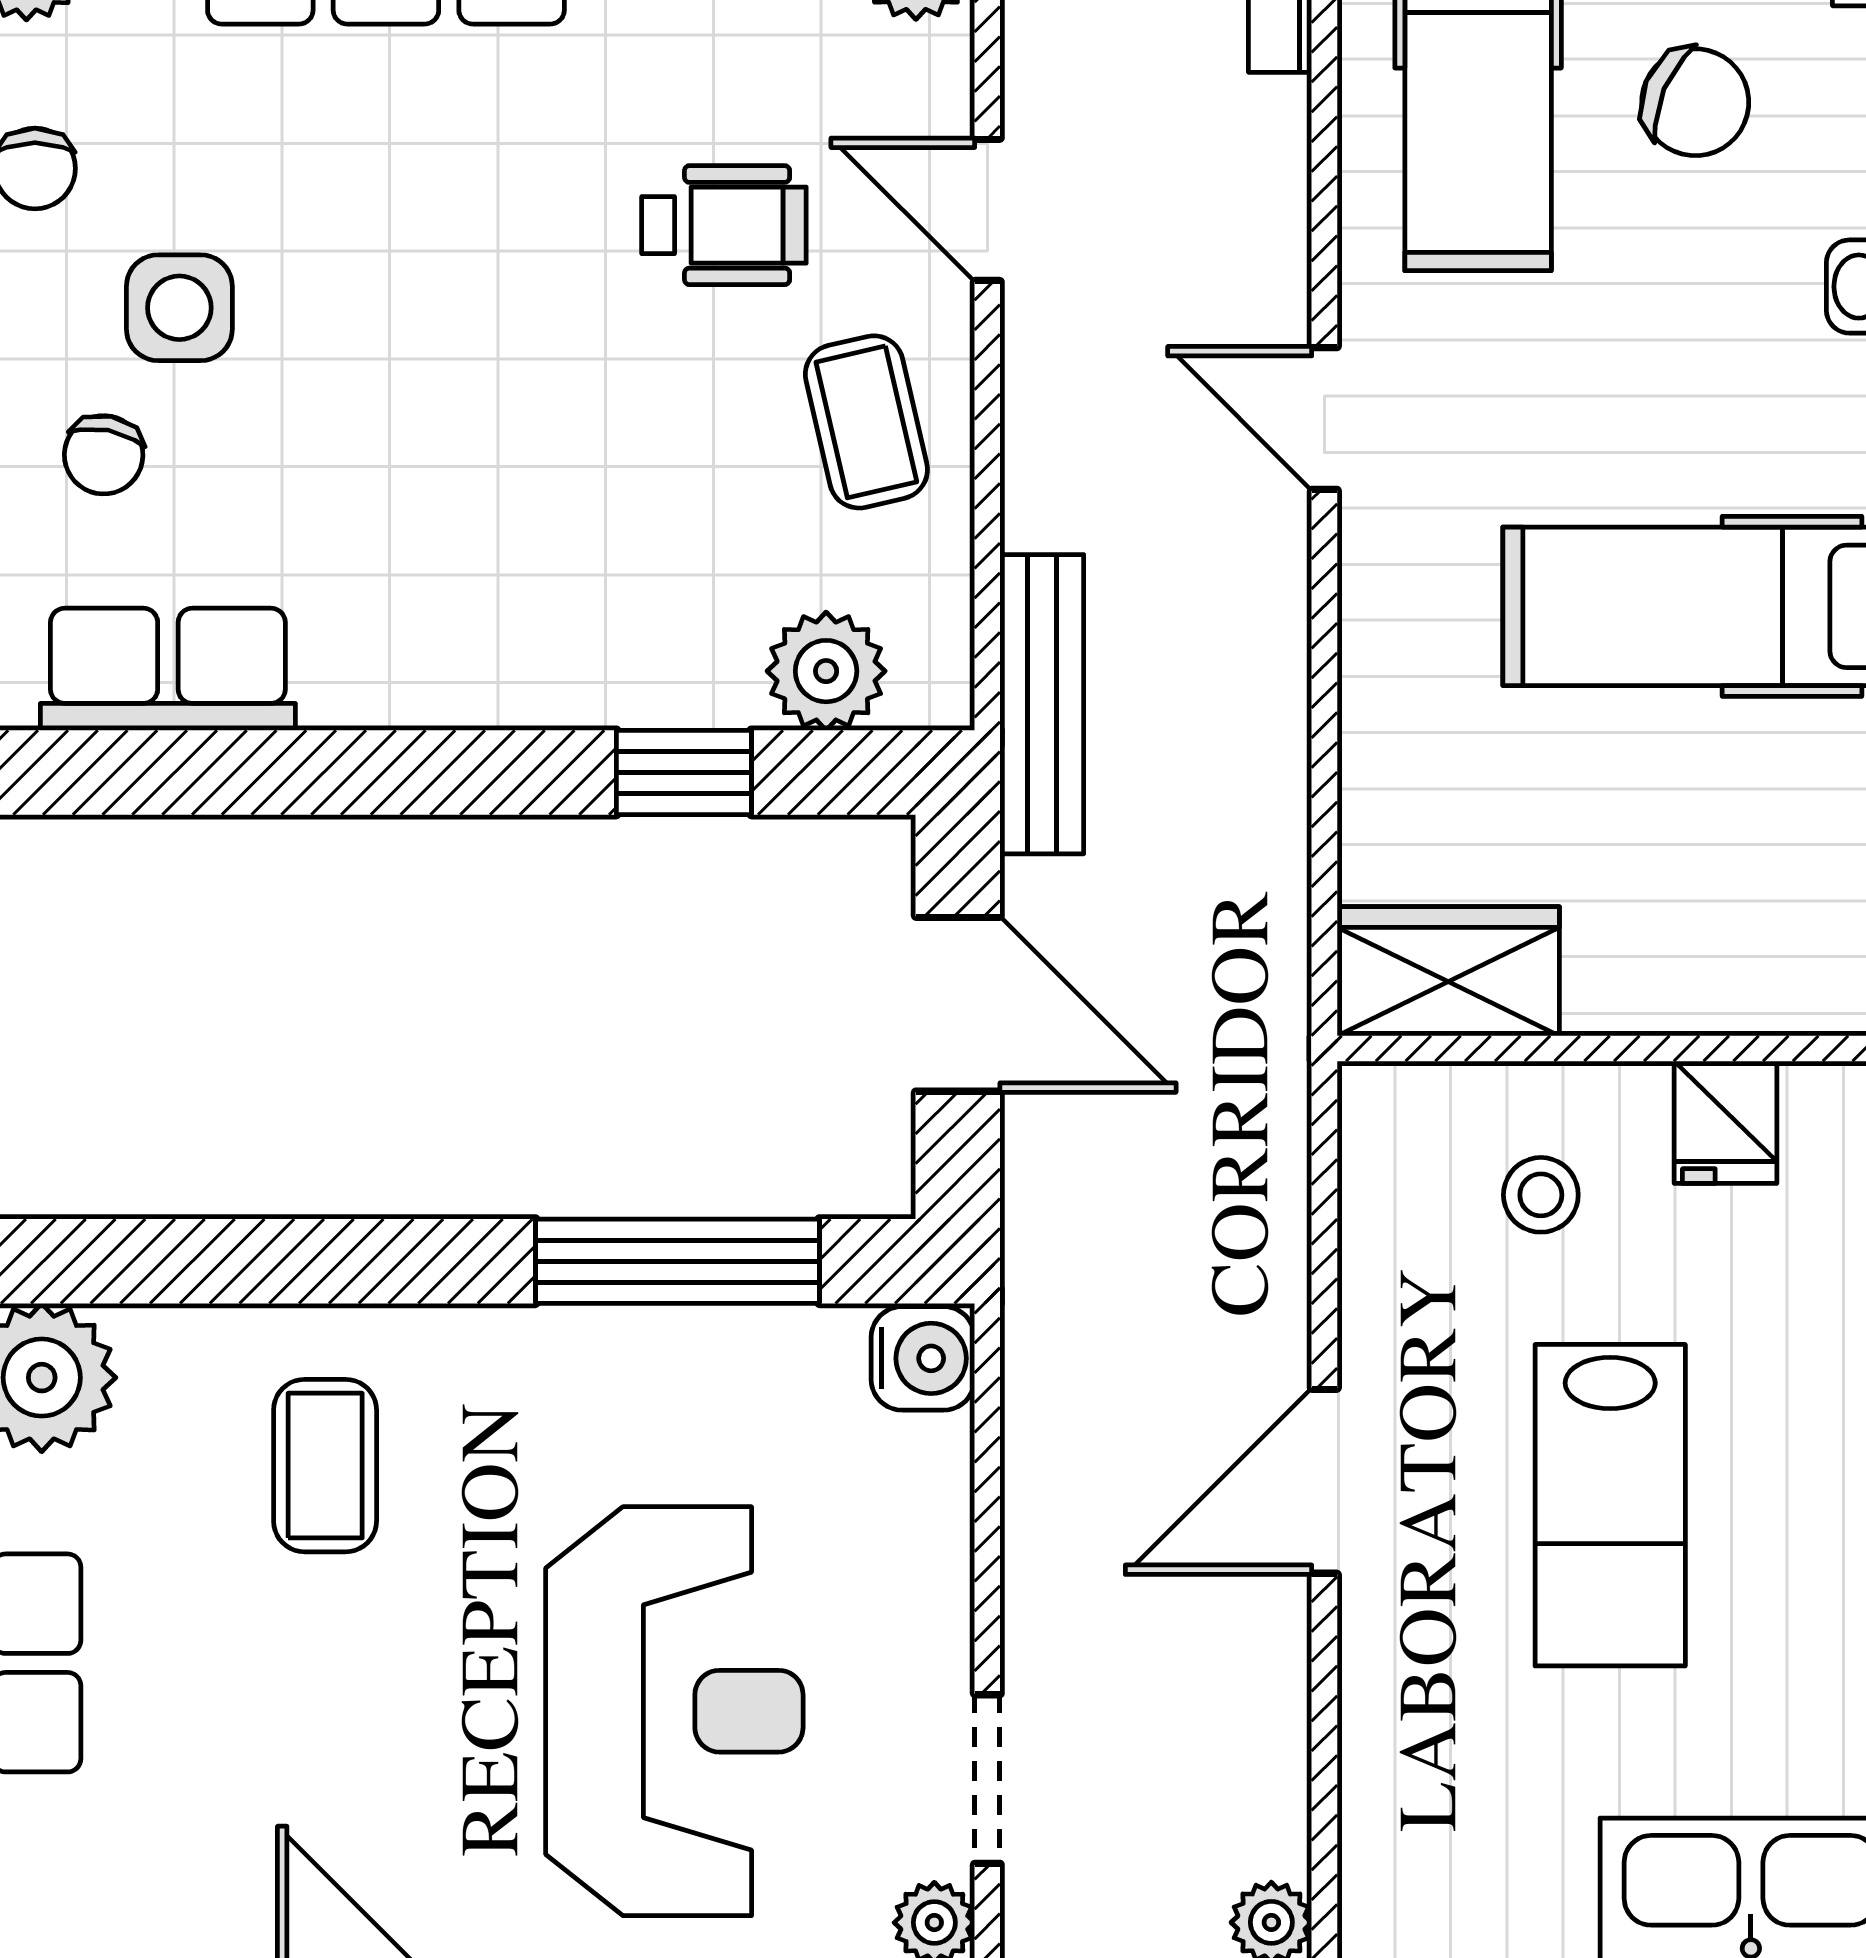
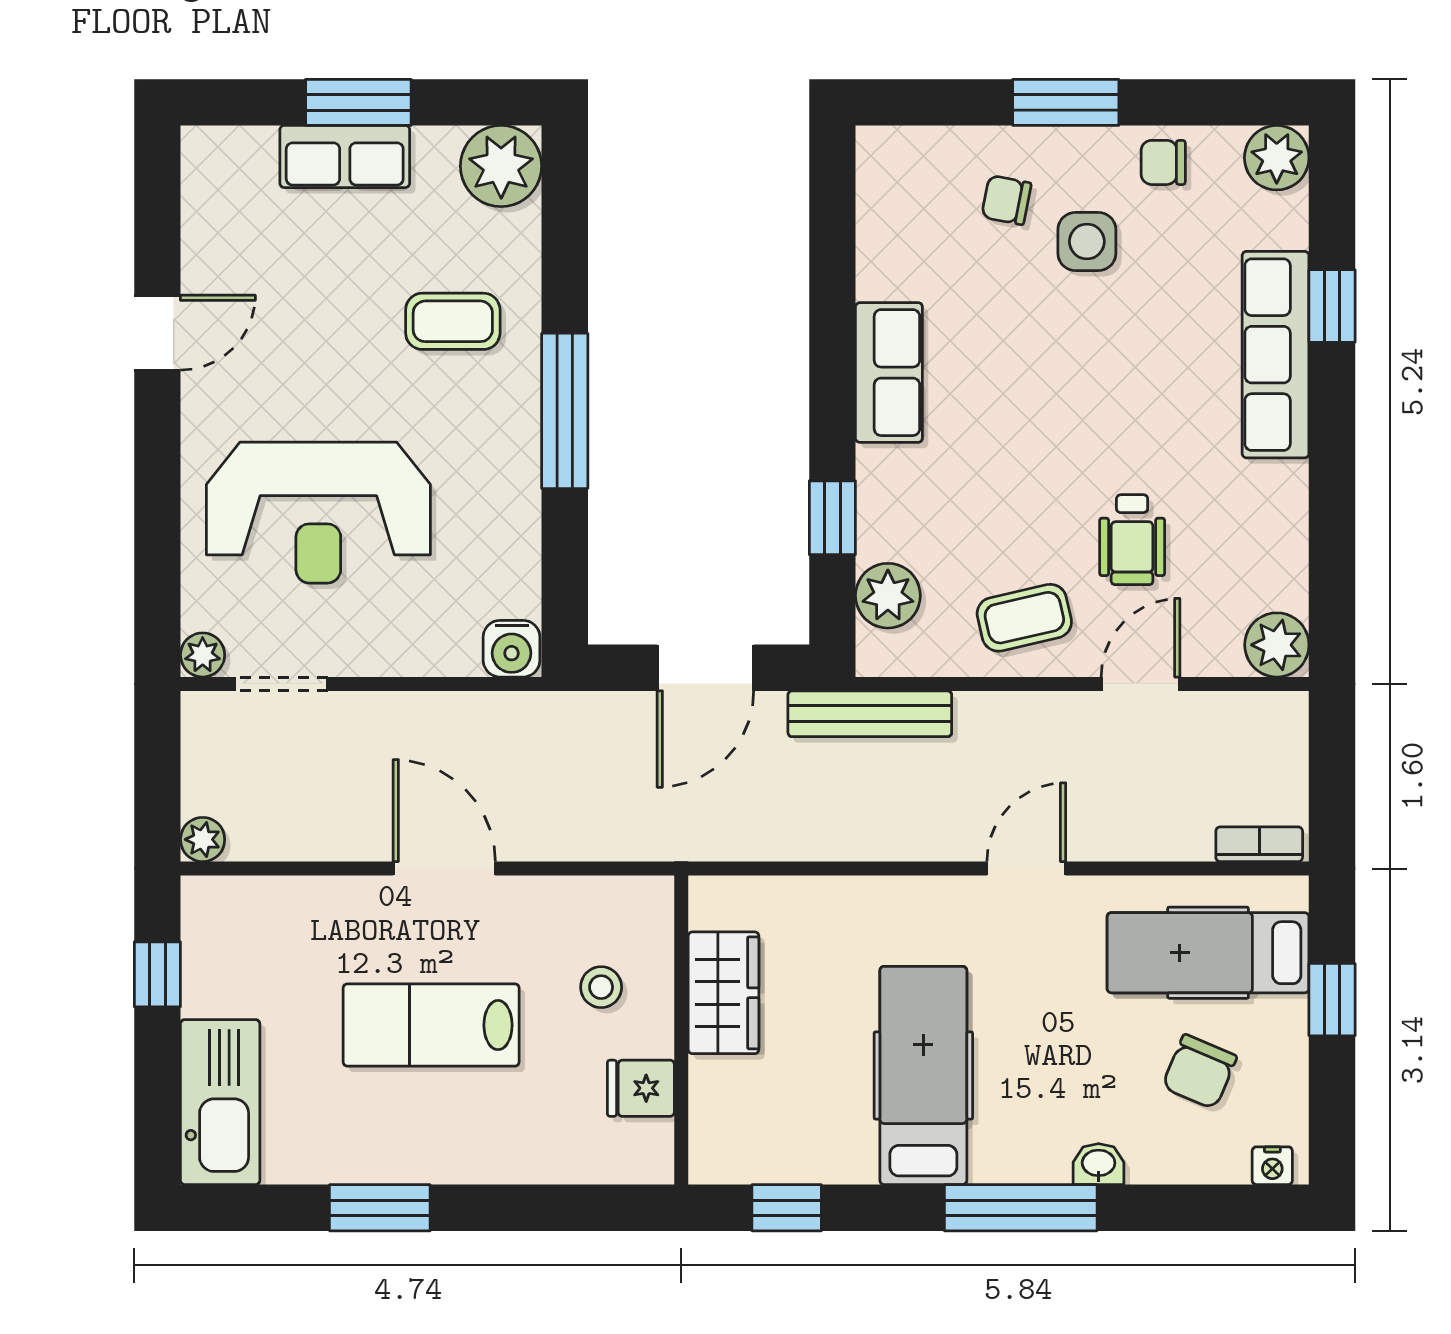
row of seats: (168, 669) -> (889, 373), moved
wardrobe: (1448, 971) -> (724, 993), moved
window: (677, 1261) -> (565, 411), moved

